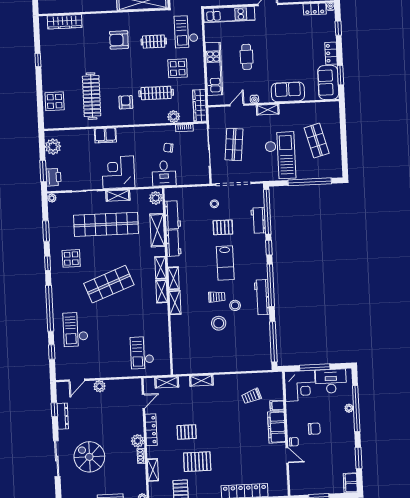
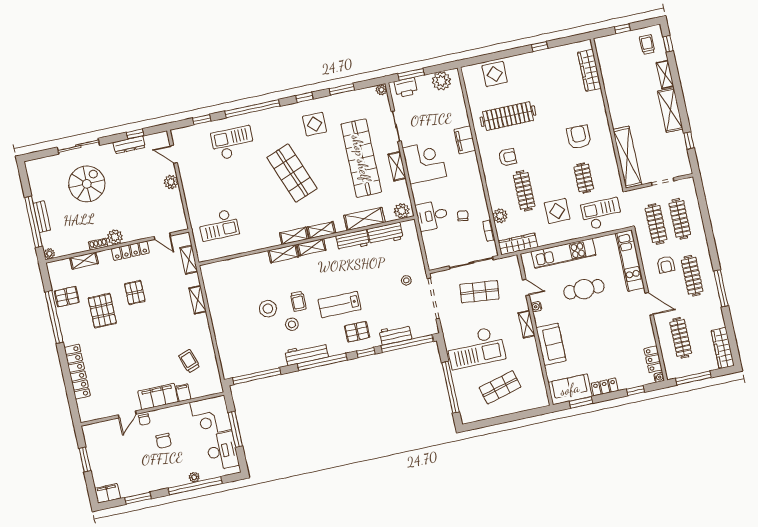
cafe table: (247, 57) -> (584, 289), width x1.37, depth x1.35
pallet: (223, 227) -> (357, 332), moved, turned 90
checkout: (142, 353) -> (219, 225), turned 180

